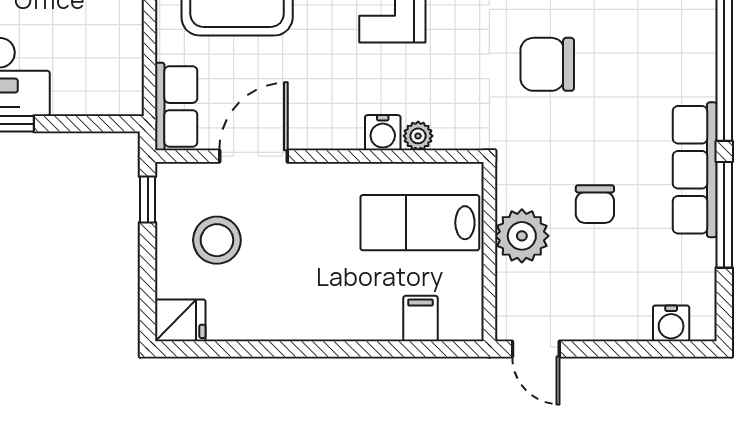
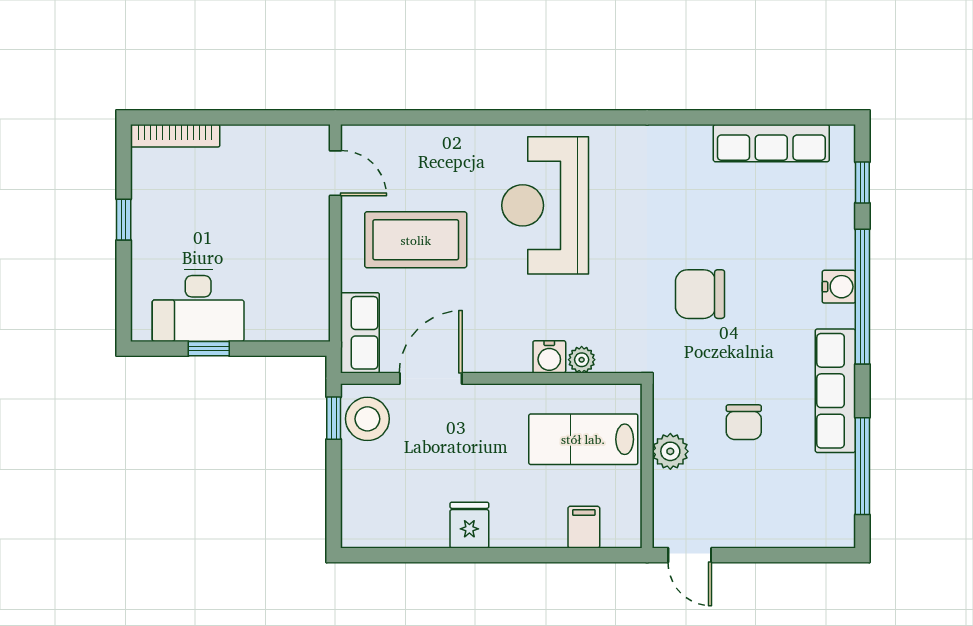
window: (724, 215) -> (862, 466), moved
plant: (522, 236) -> (670, 451), width x0.73, depth x0.73
stool: (217, 240) -> (367, 419), moved
fridge: (180, 320) -> (469, 525), moved, turned -90
water cooler: (671, 323) -> (839, 287), moved, turned -90

